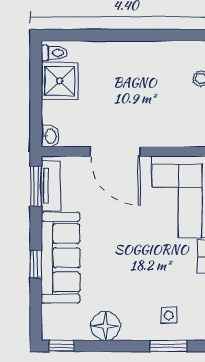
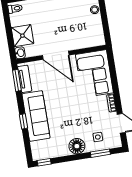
shower: (60, 81) -> (22, 36), moved
floor lamp: (105, 326) -> (77, 146), moved

